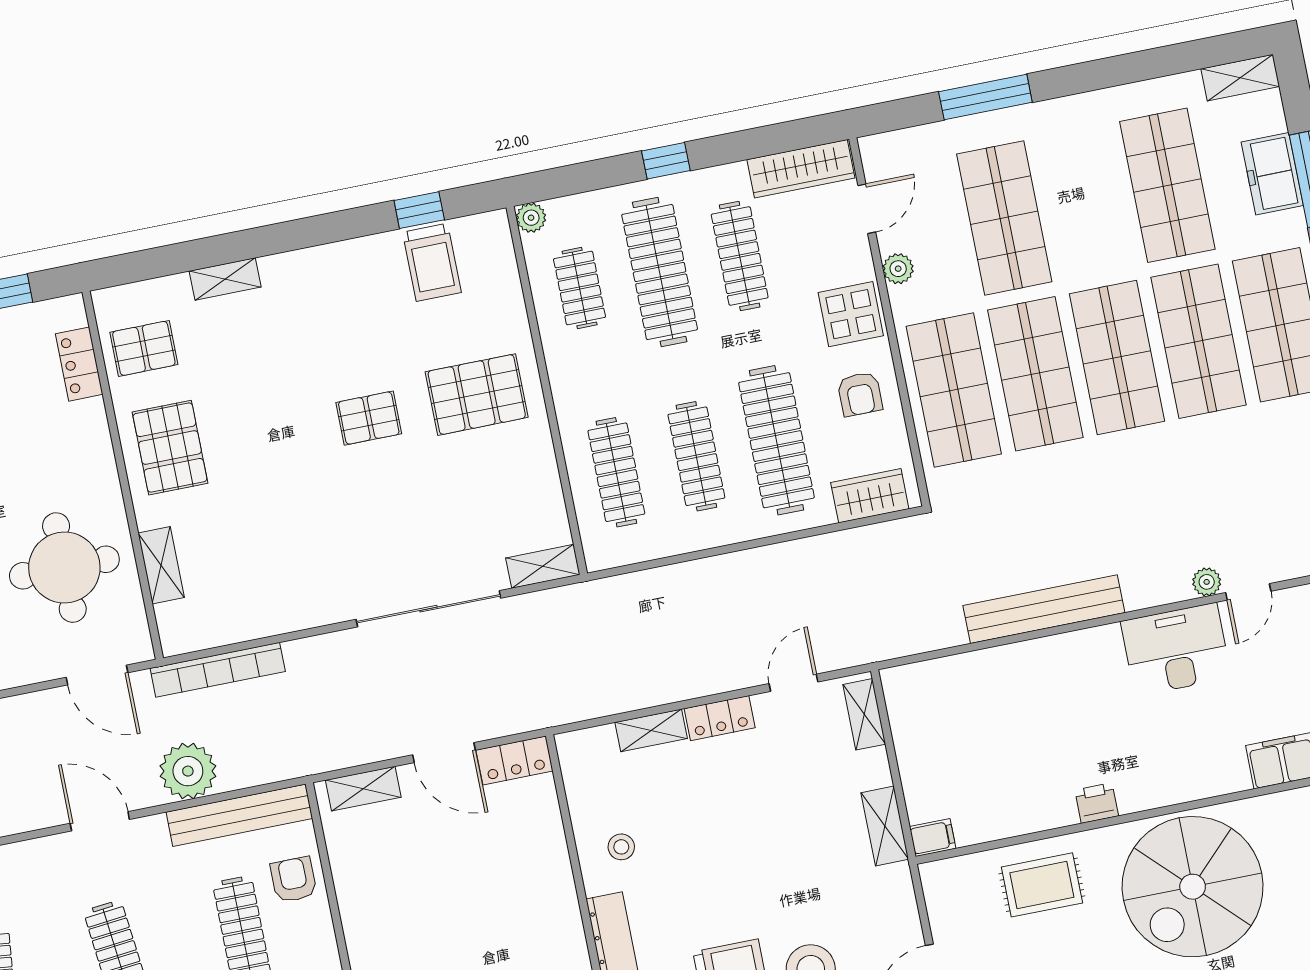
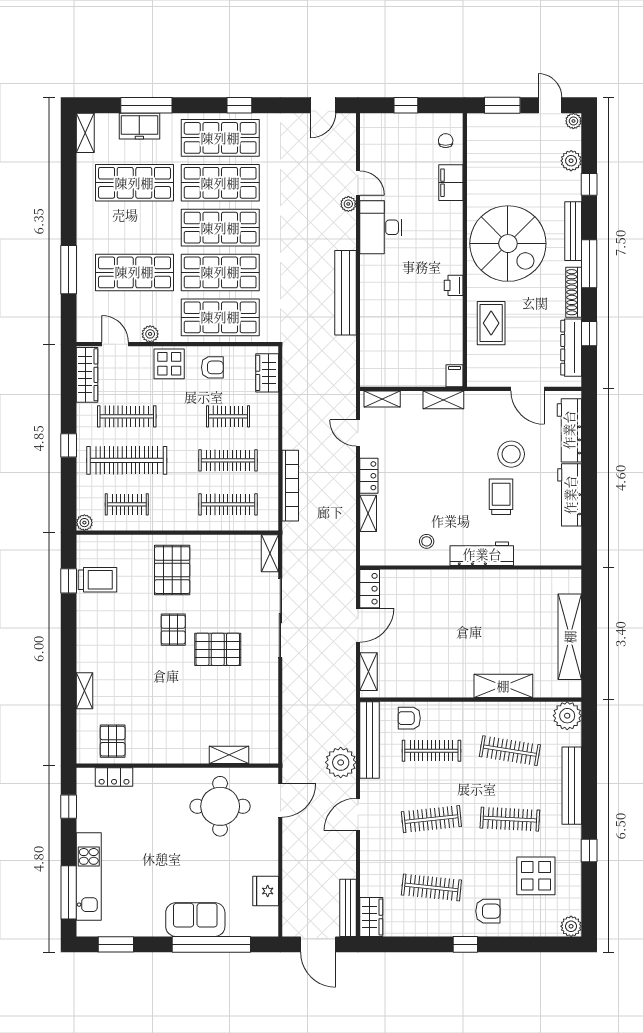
clothes rail: (776, 440) -> (228, 416), width x0.54, depth x0.76
pallet: (170, 448) -> (218, 649), moved
bookcase: (218, 670) -> (290, 486), moved

